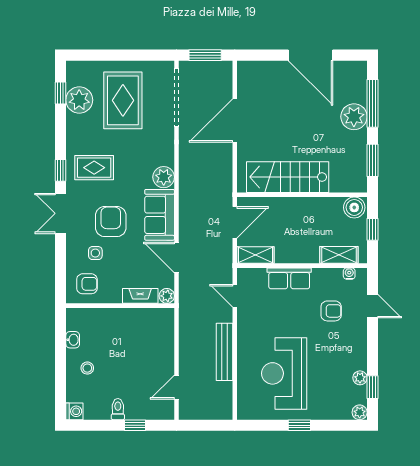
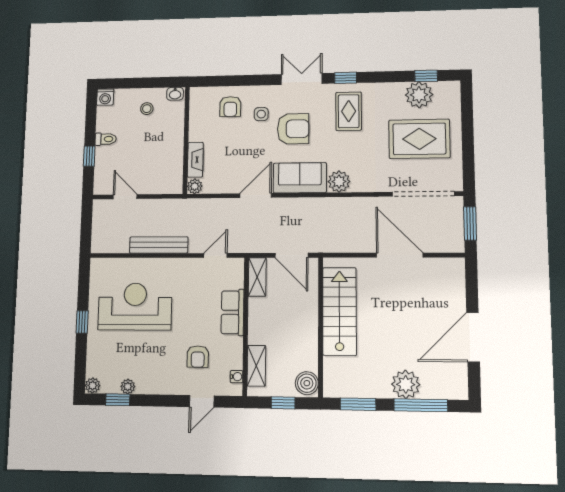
fireplace: (140, 296) -> (195, 160), moved
plant: (167, 296) -> (195, 186), moved
wall: (120, 306) -> (186, 140), moved

